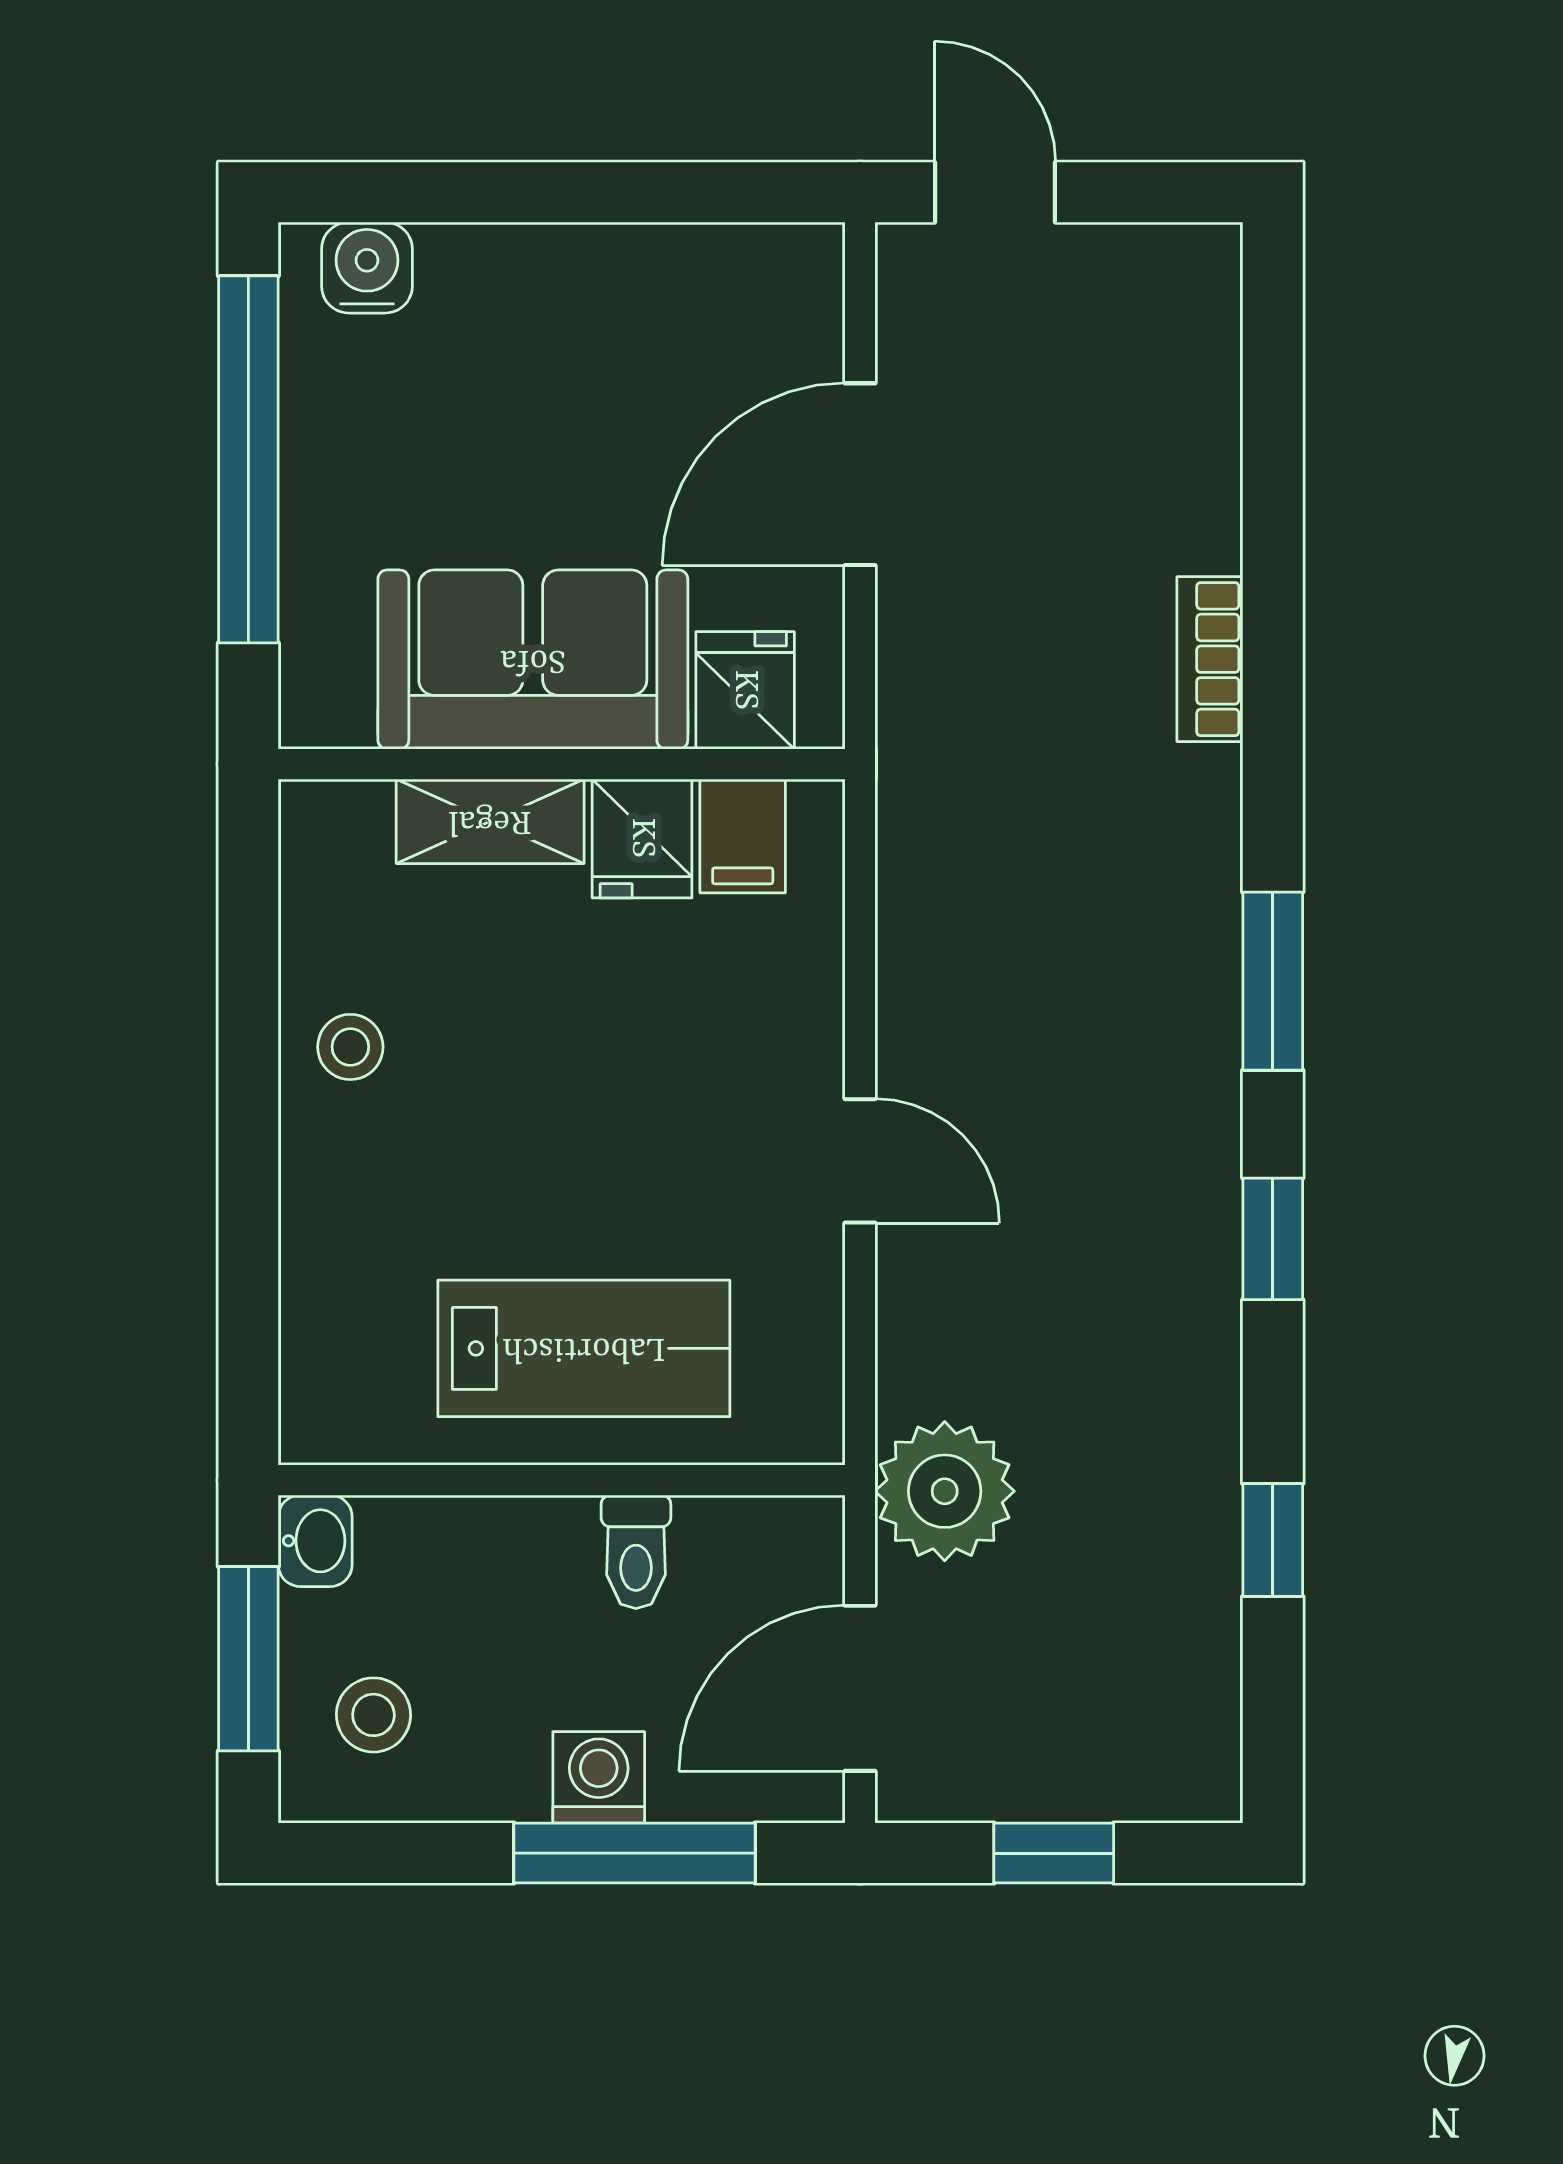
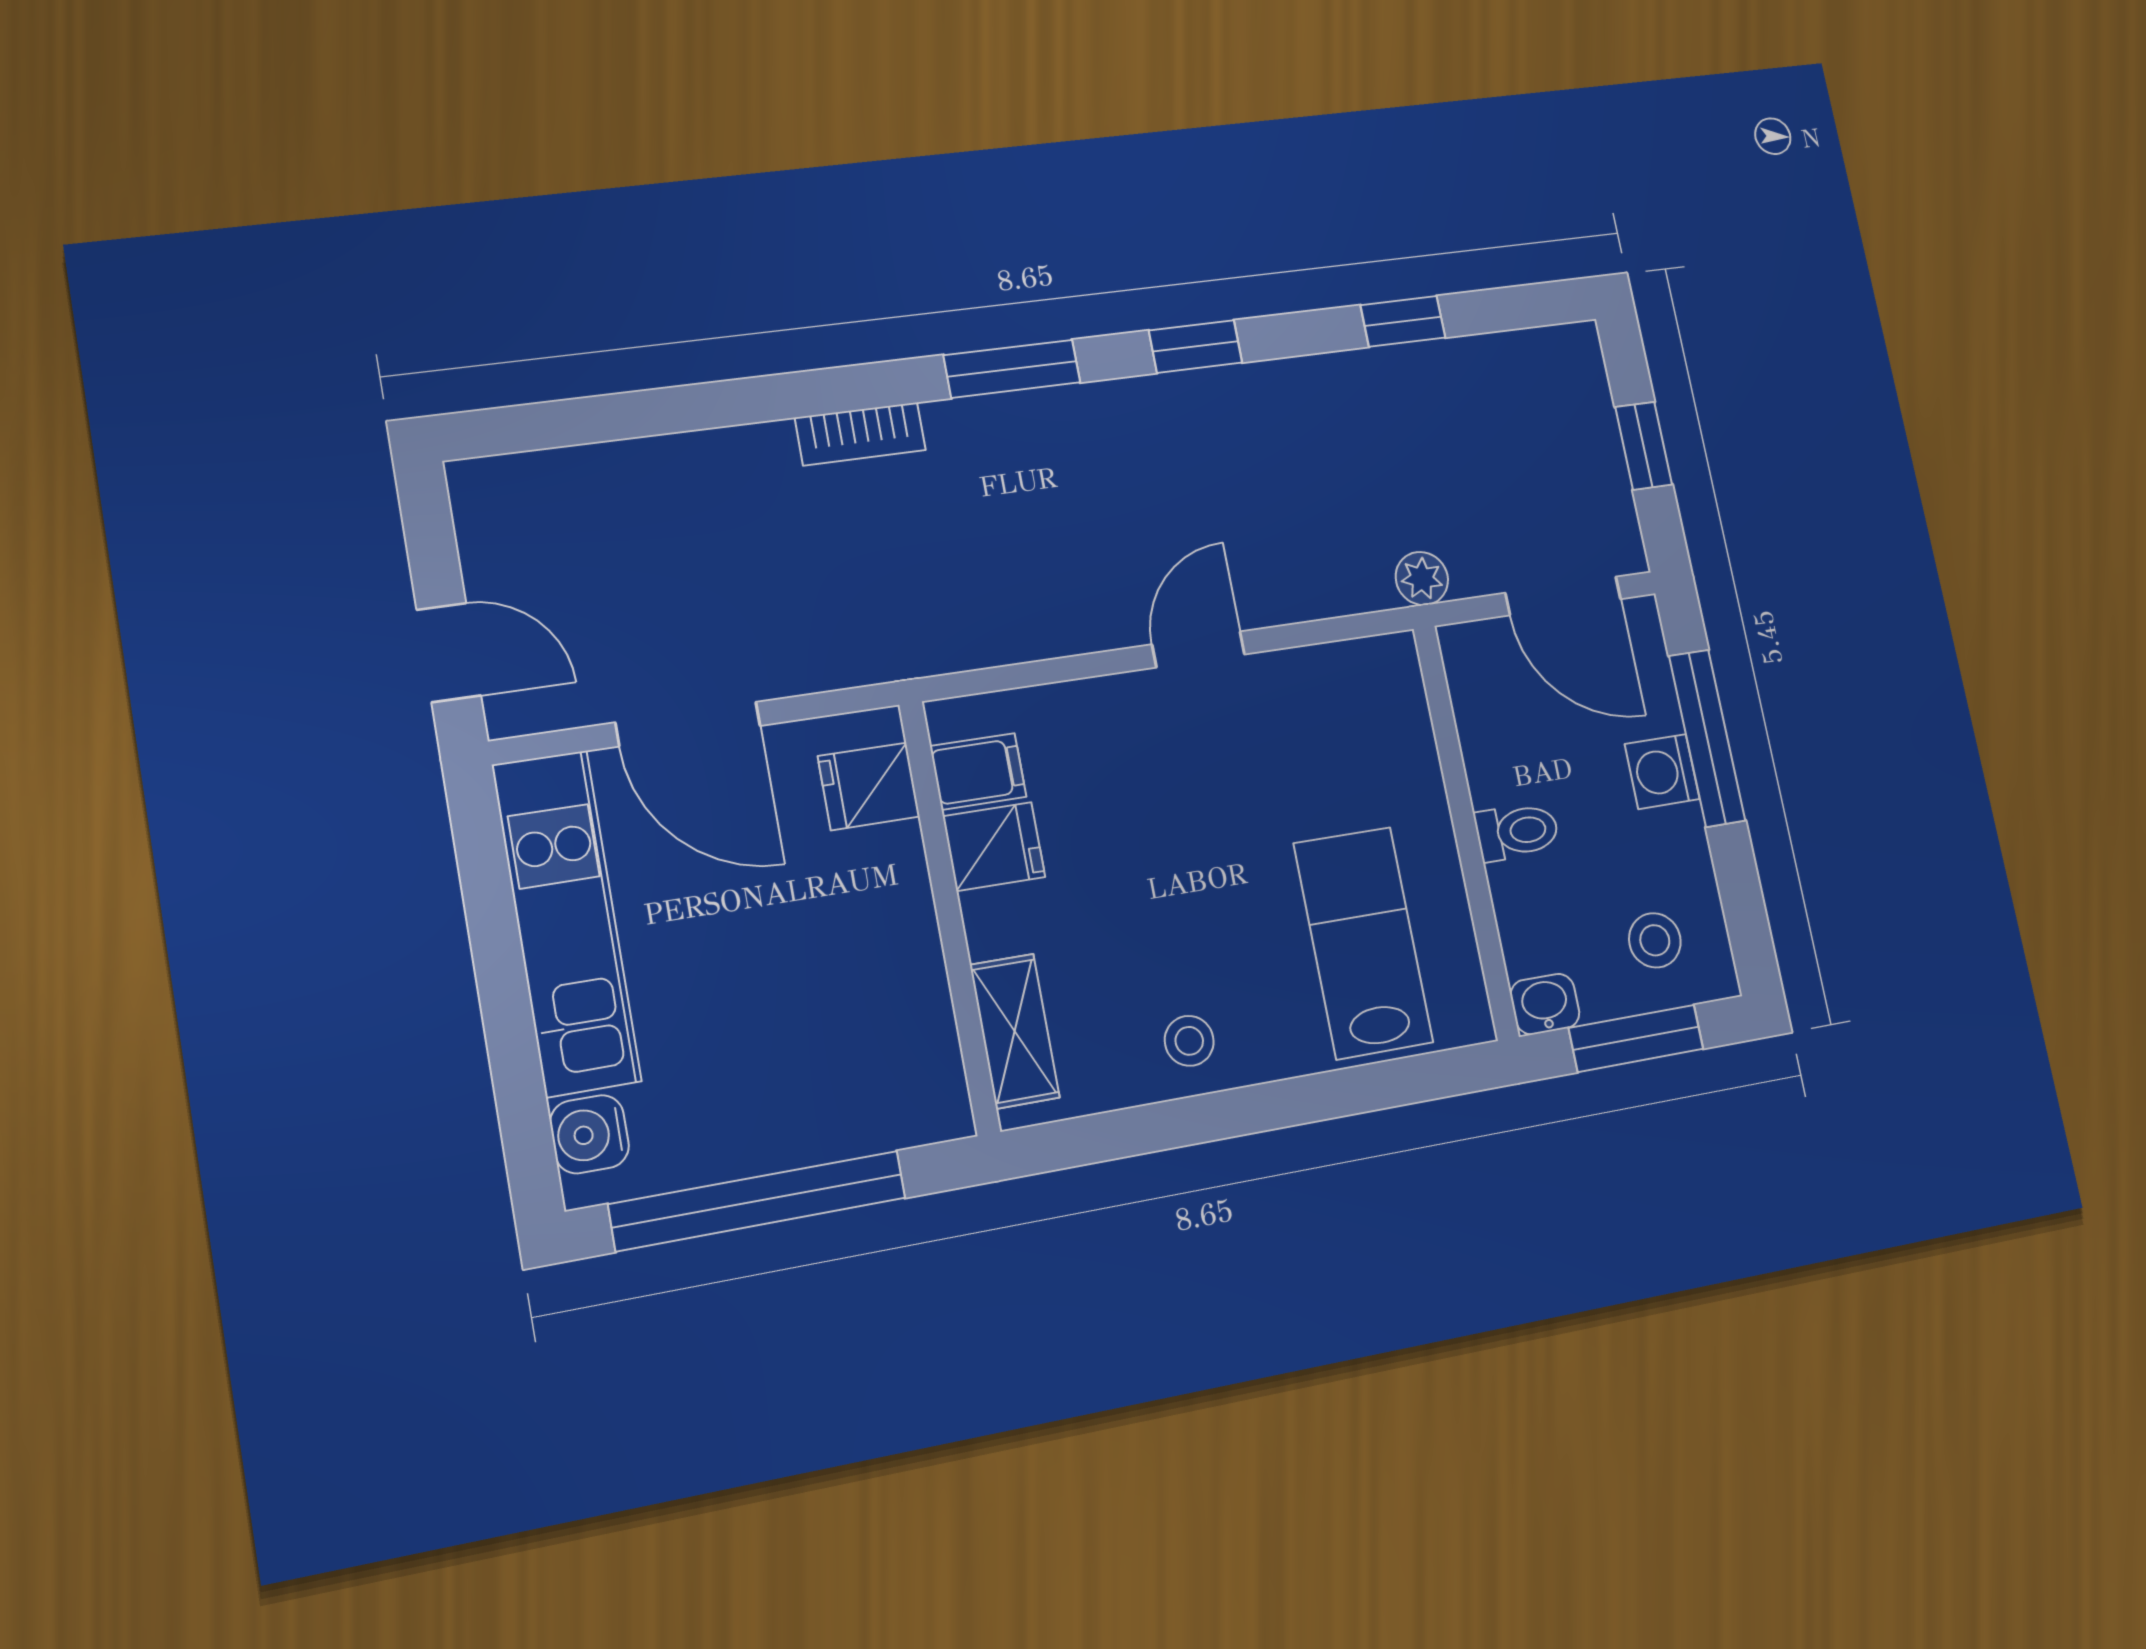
door: (995, 192) -> (449, 653), swing flipped
kitchen unit: (633, 282) -> (566, 923), added
bookcase: (1210, 659) -> (860, 434), moved
sofa: (533, 660) -> (874, 952), removed
shelving: (490, 821) -> (1015, 1031), moved
lab bench: (584, 1348) -> (1363, 943), moved
plant: (945, 1491) -> (1422, 578), width x0.53, depth x0.53
toilet: (636, 1552) -> (1517, 832), moved

